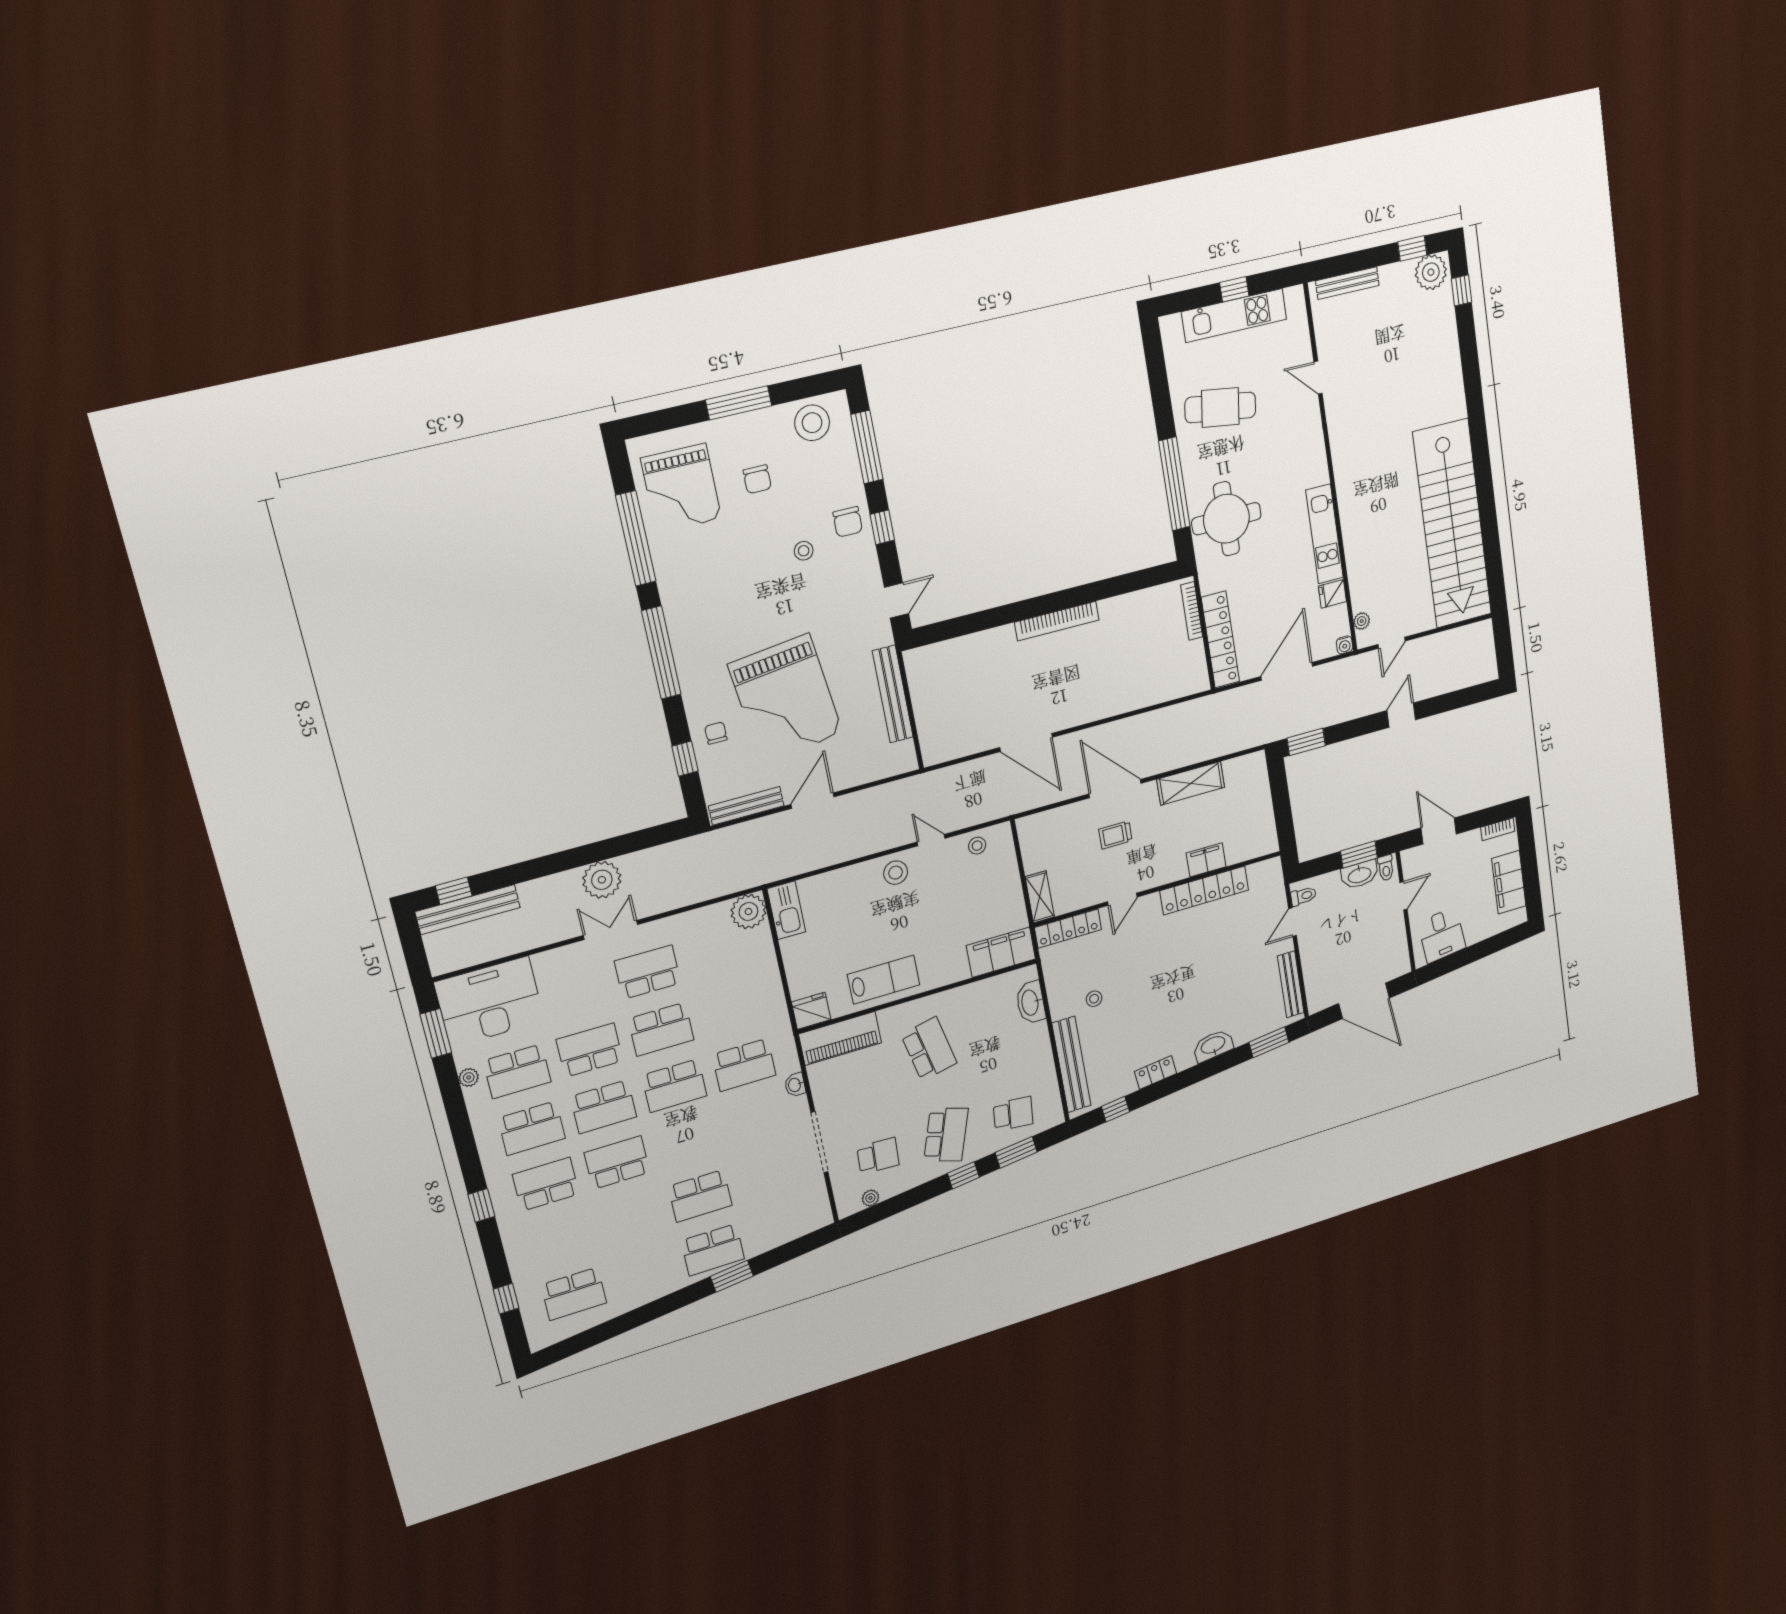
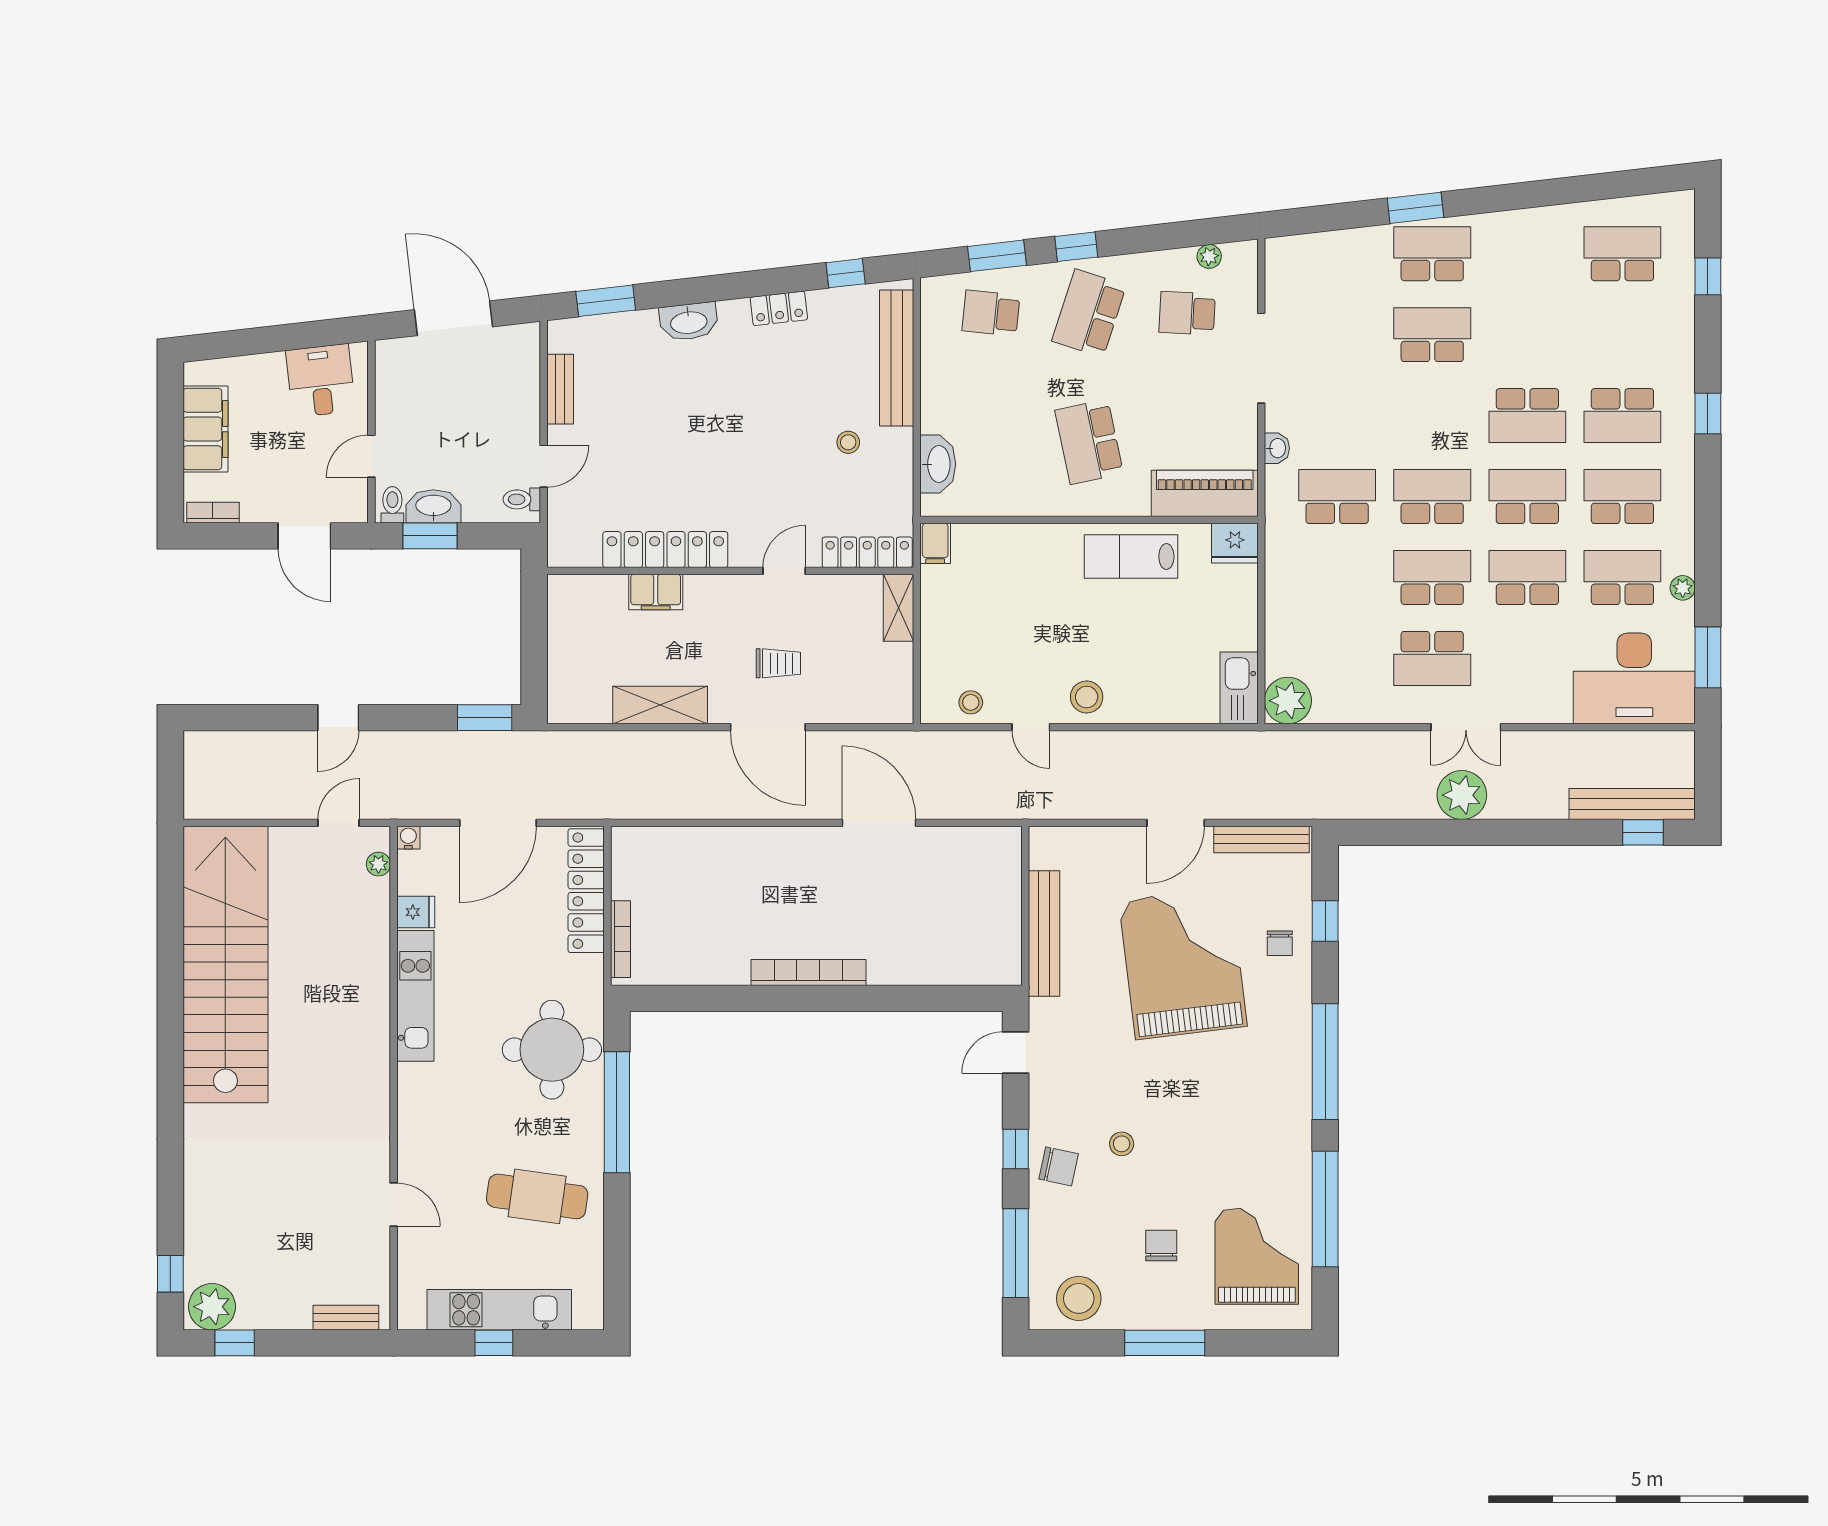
bench: (1347, 283) -> (346, 1318), width x0.73
chair: (848, 522) -> (1059, 1166), turned 102
filing cabinet: (1001, 952) -> (935, 543), width x0.33, depth x0.86
bench: (1291, 984) -> (560, 389), width x0.73
school desk: (590, 1050) -> (1527, 577), turned 180

